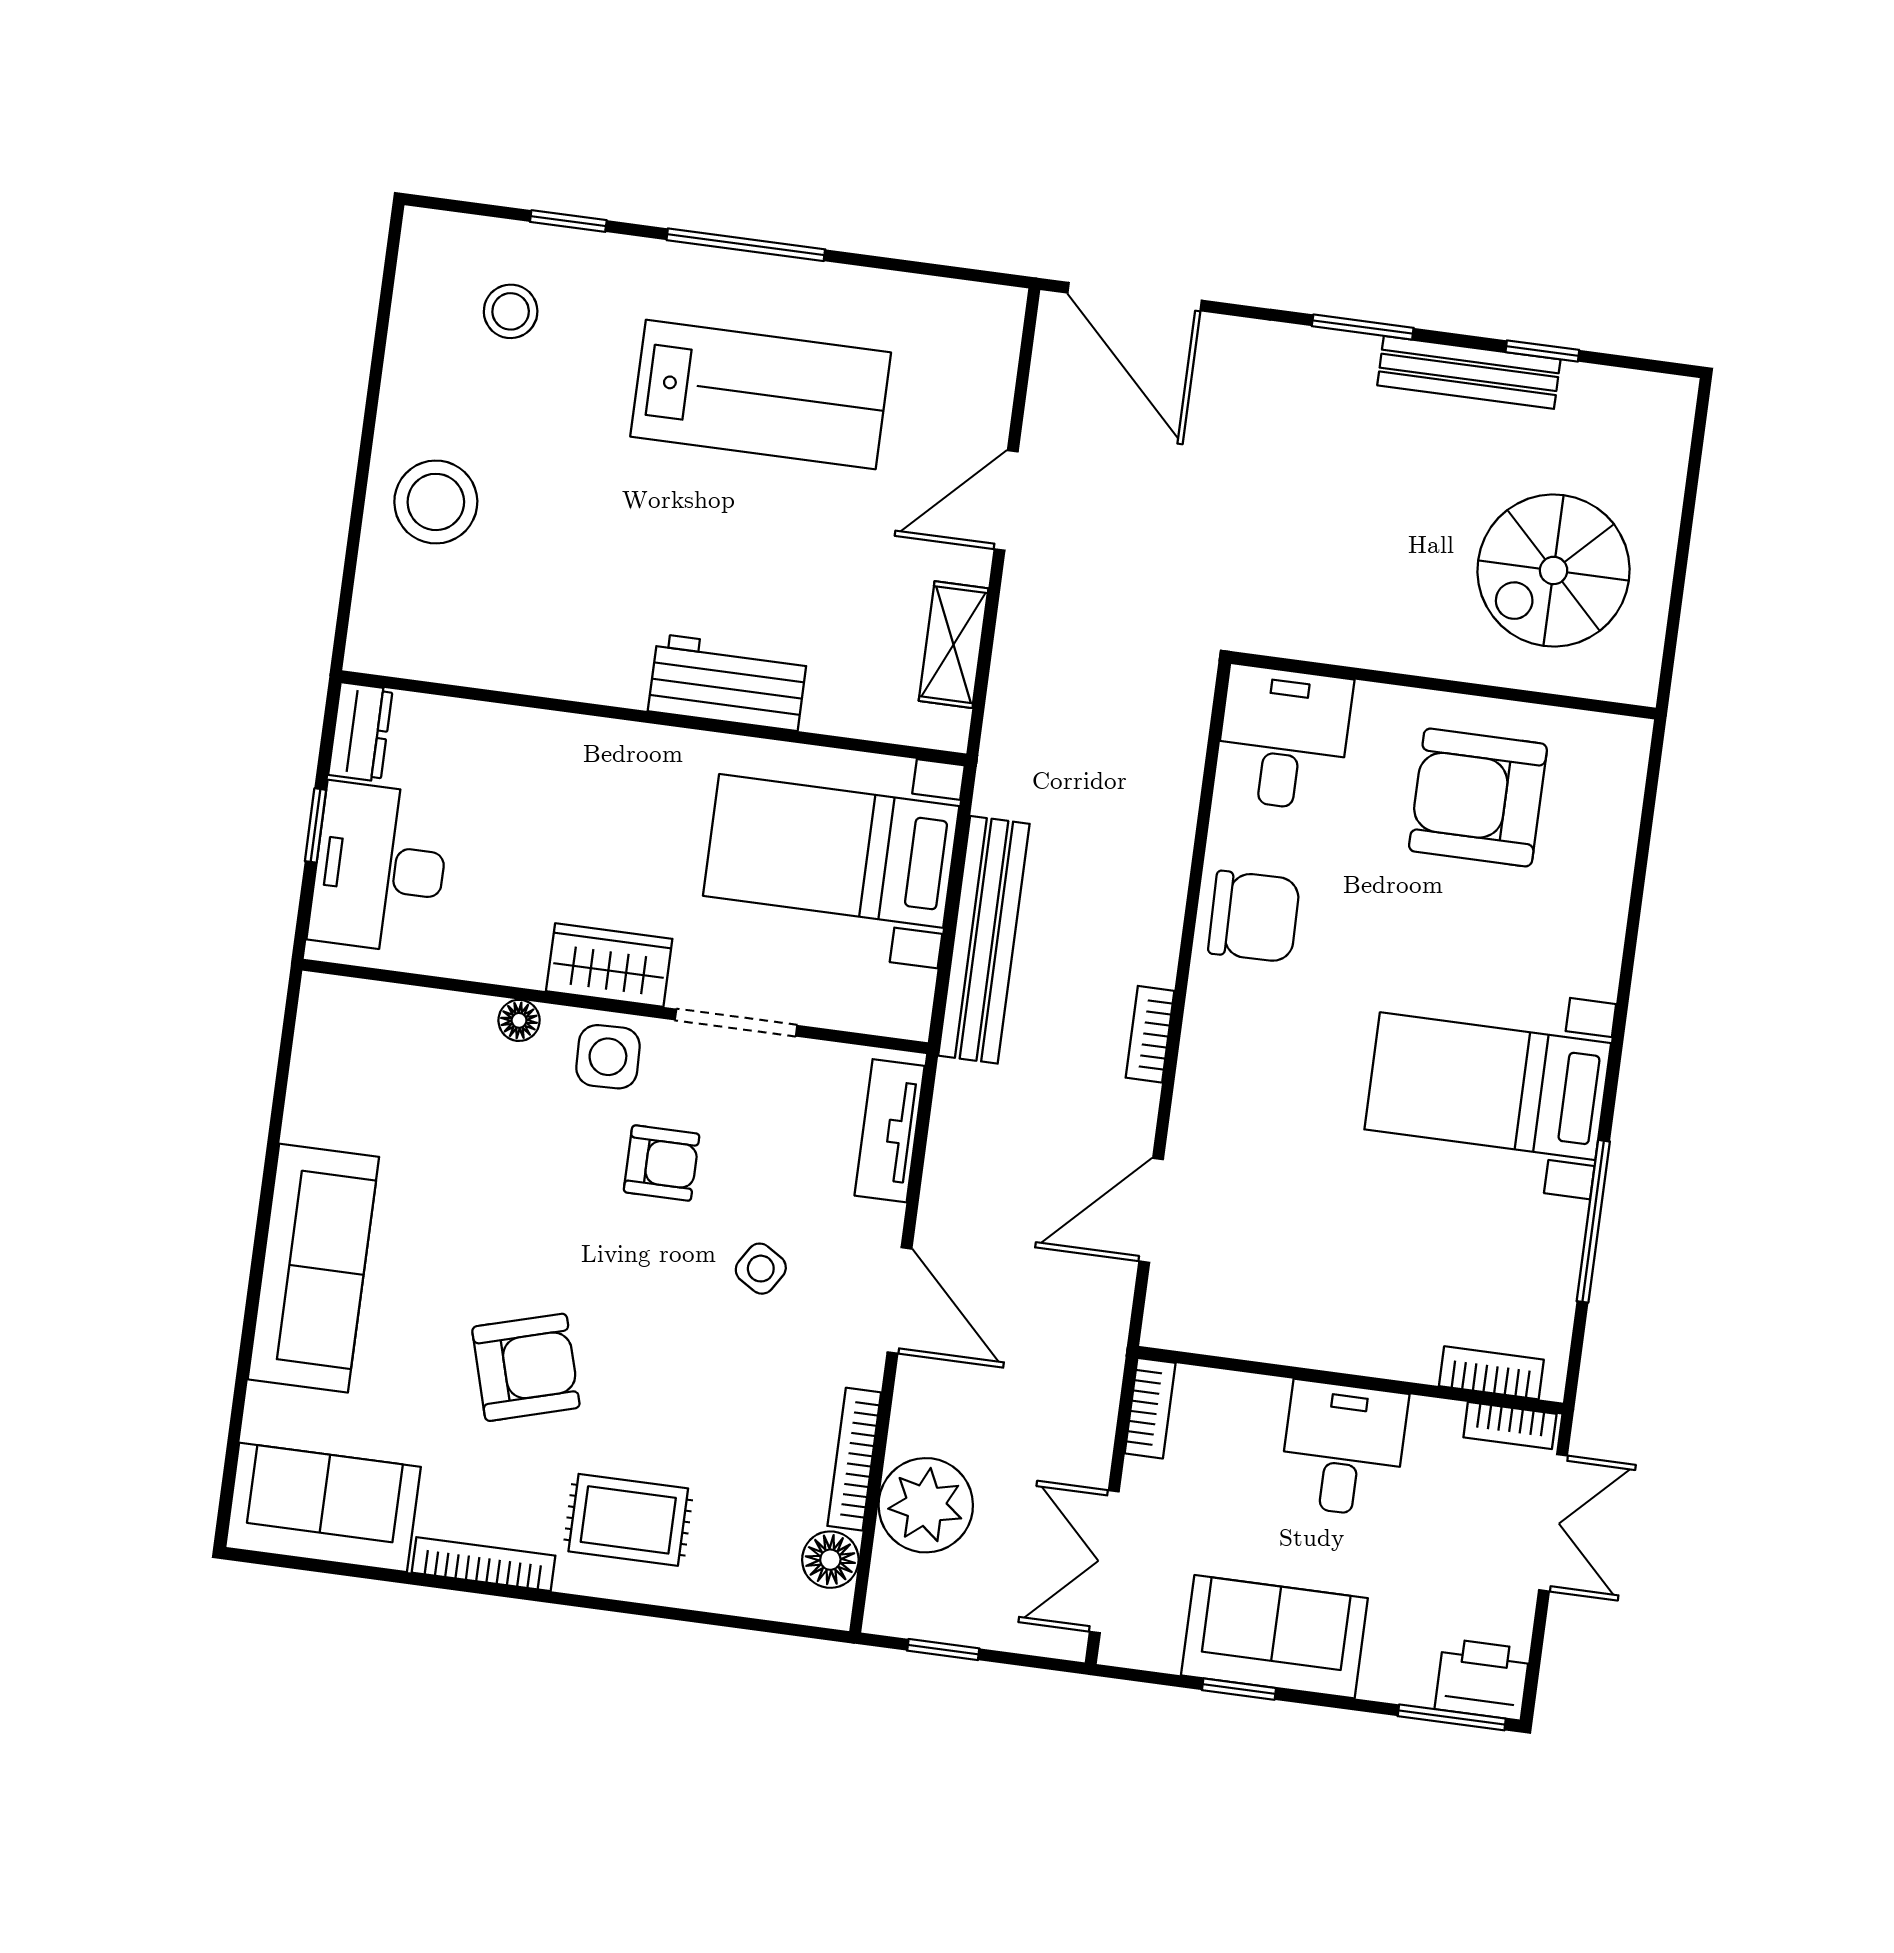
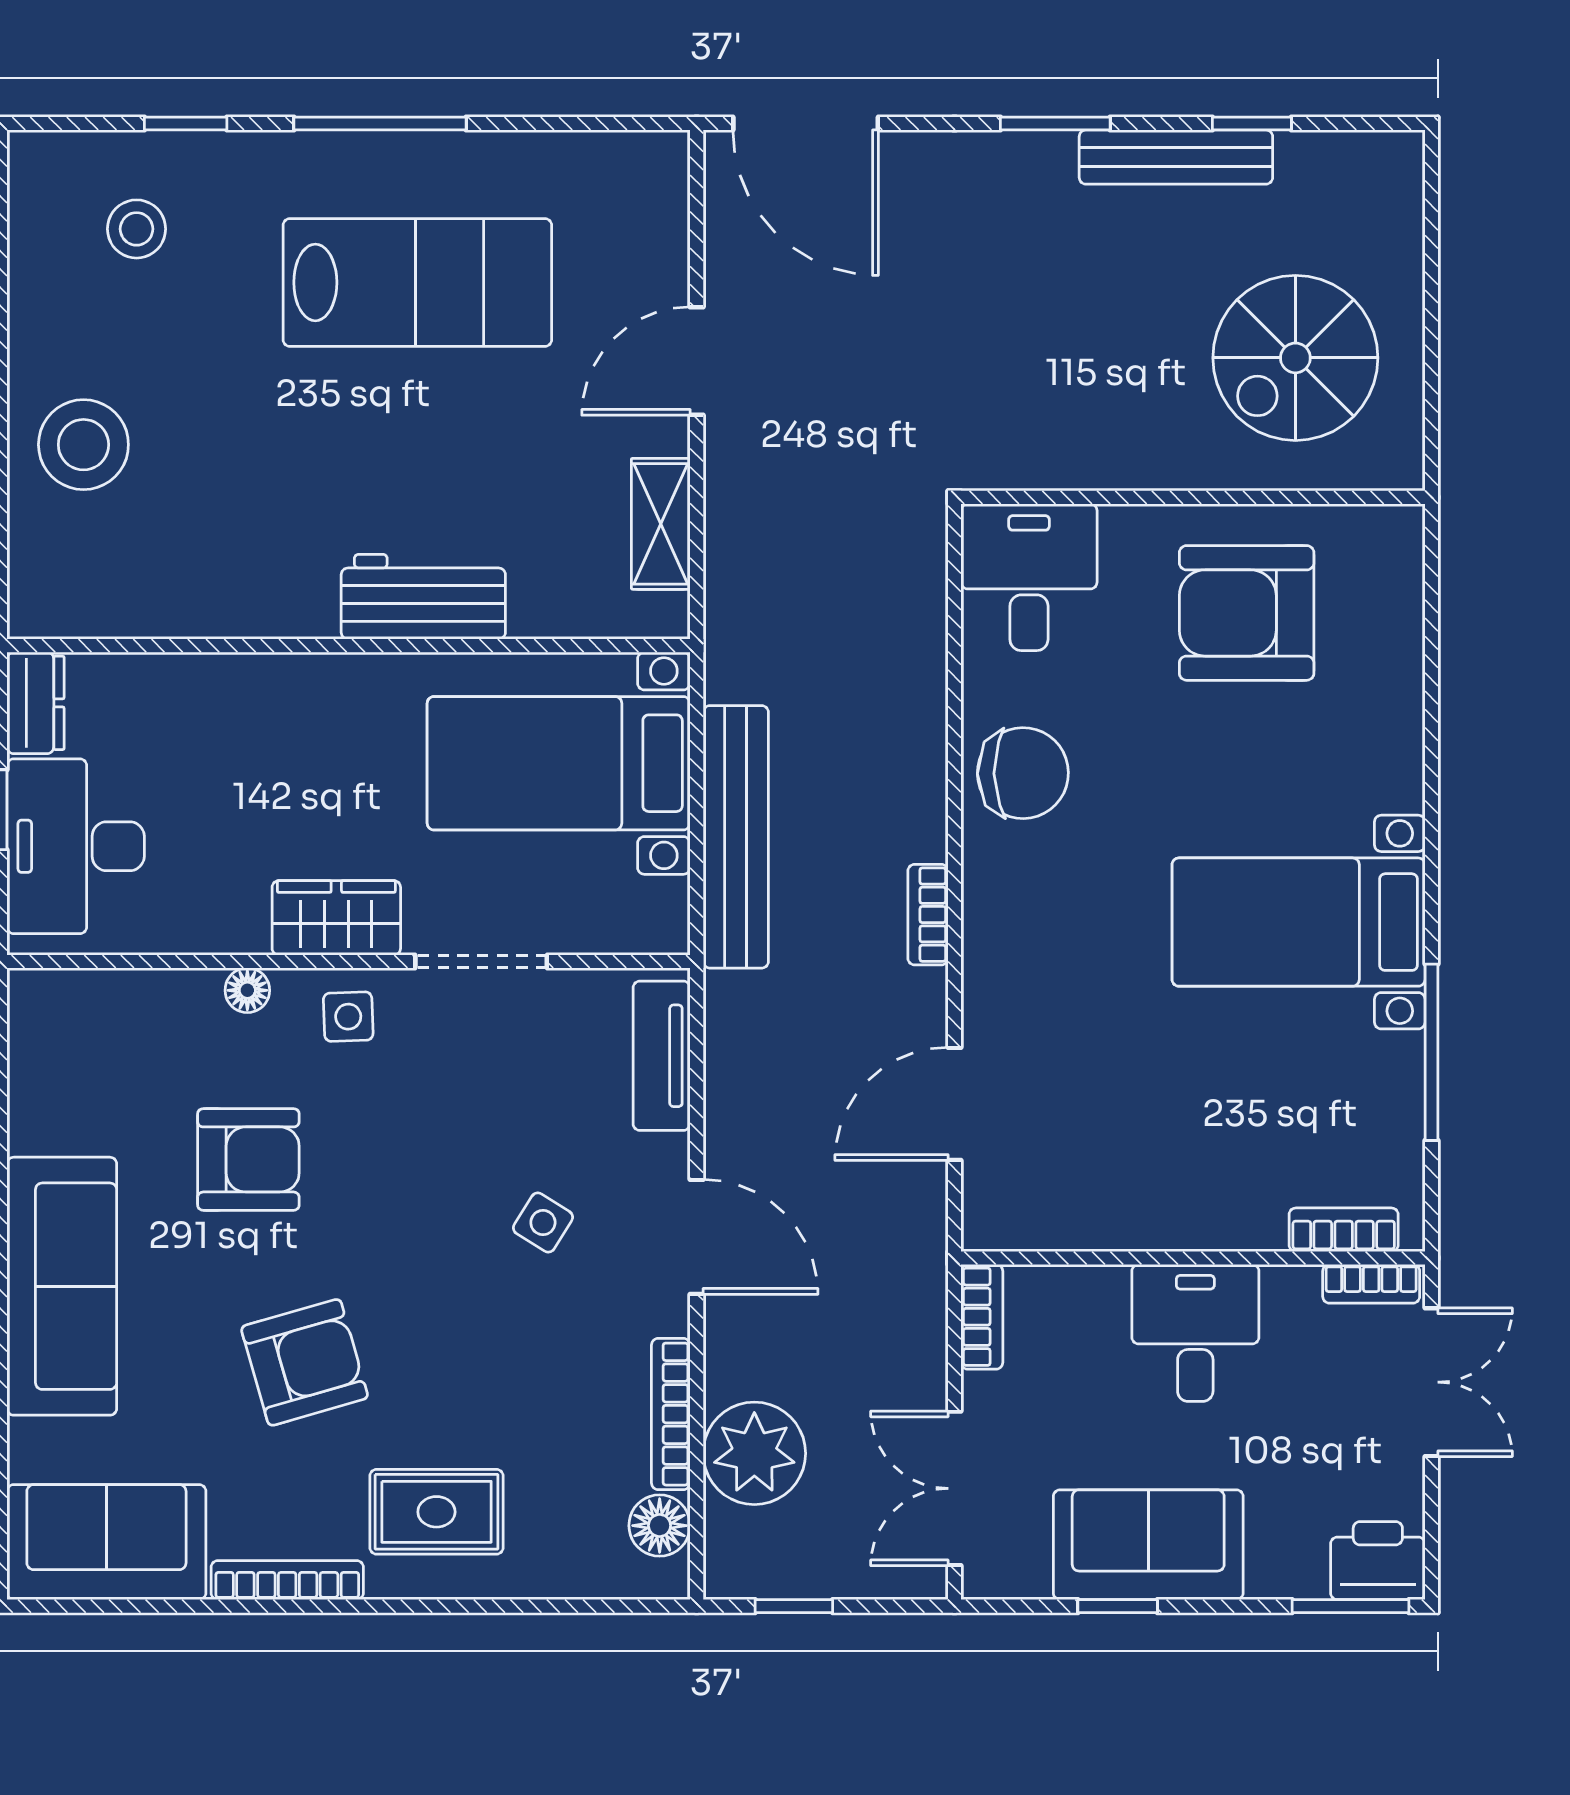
side table: (608, 1057) -> (348, 1017), width x0.73, depth x0.73
armchair: (662, 1163) -> (248, 1159), moved, width x1.38, depth x1.38

